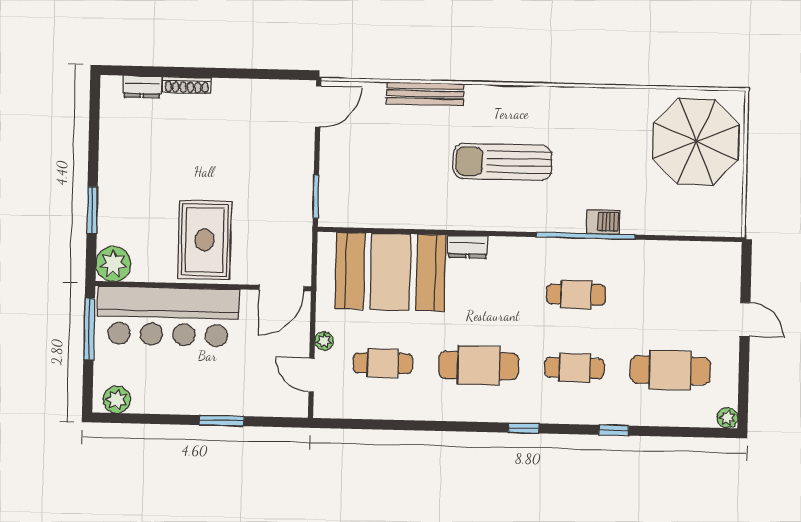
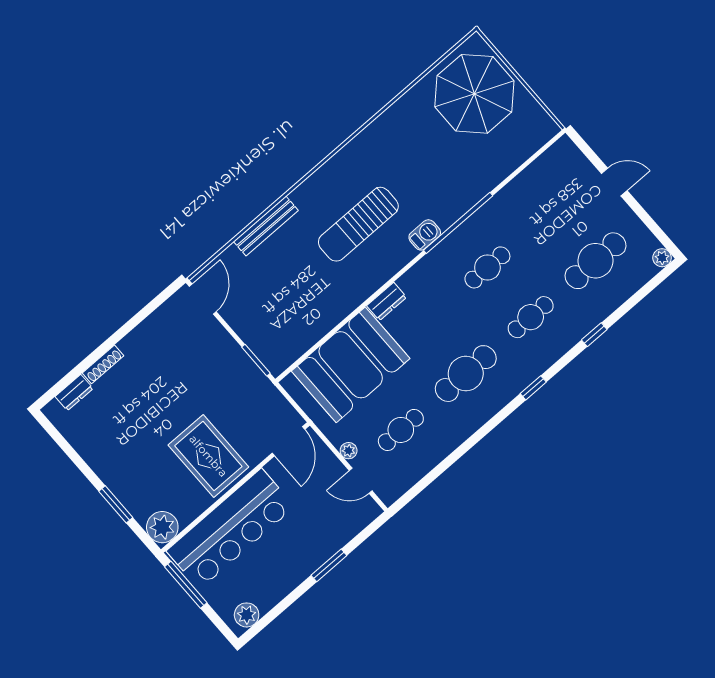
barbecue: (603, 222) -> (425, 235), moved

